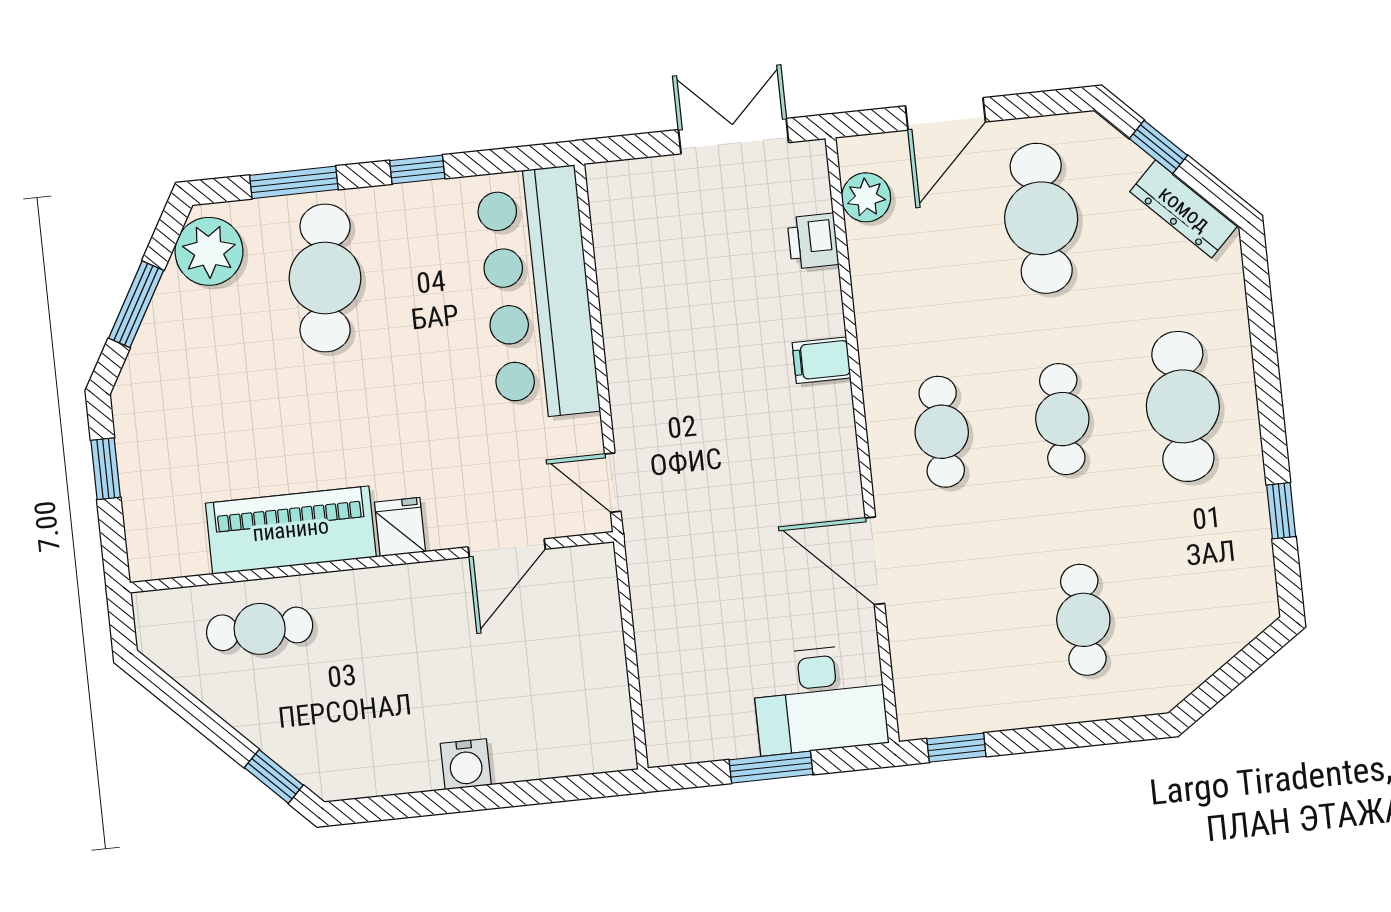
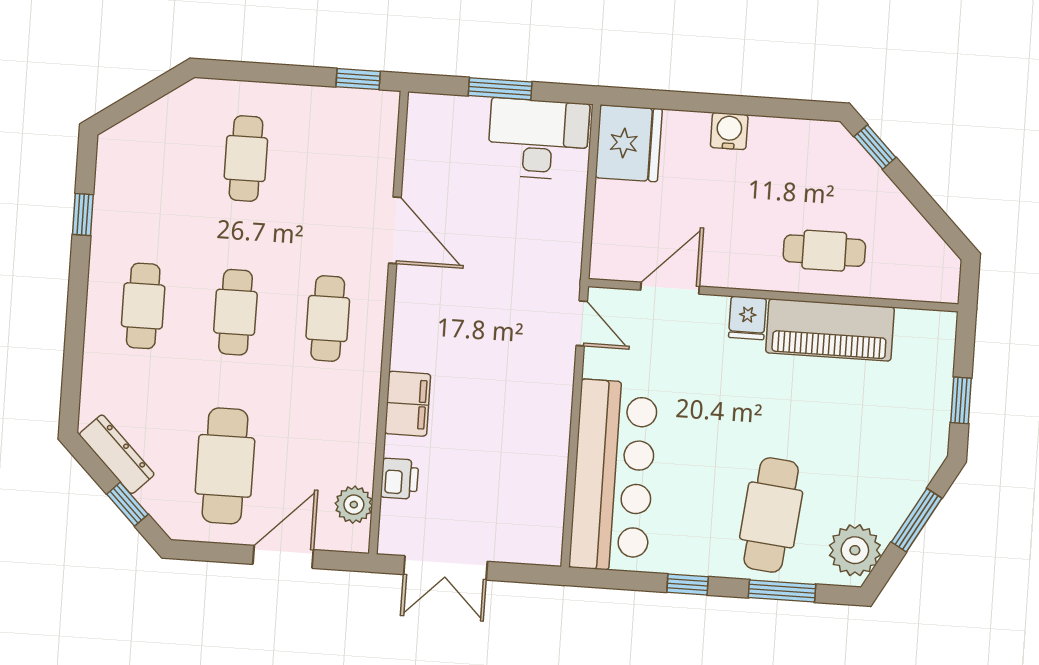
filing cabinet: (822, 360) -> (408, 404), width x2.00
cafe table: (1183, 406) -> (143, 306), width x0.73, depth x0.74
cafe table: (260, 629) -> (824, 251), moved
desk: (820, 699) -> (538, 139), moved
fridge: (593, 726) -> (629, 143), added

